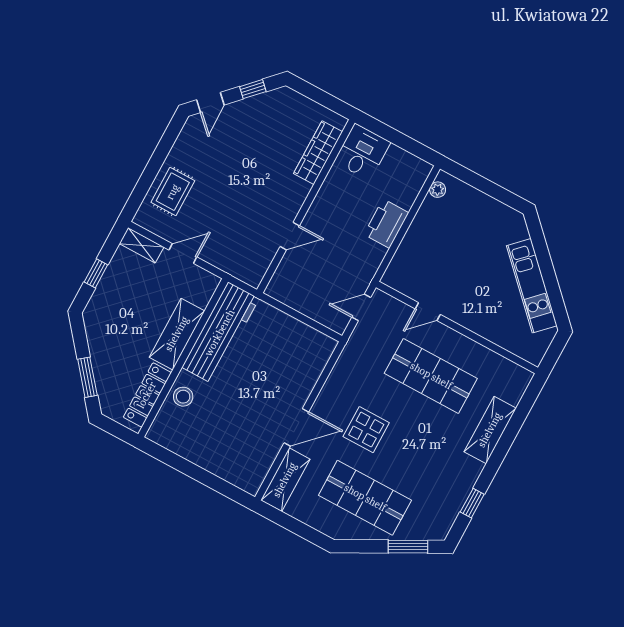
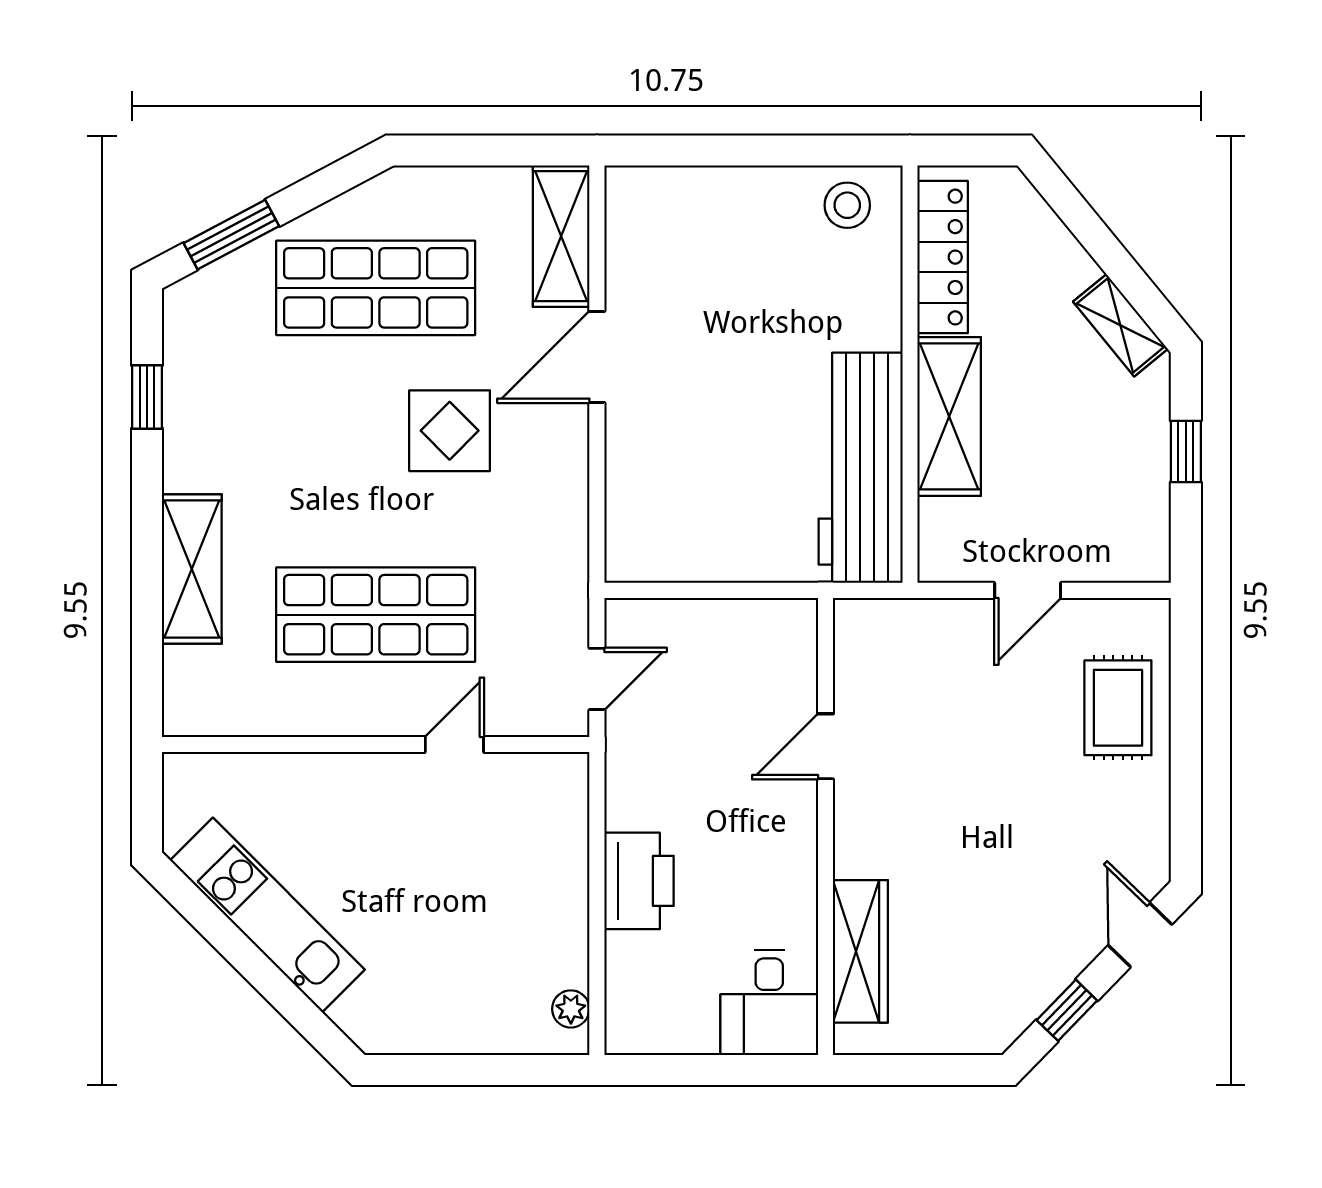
shelving: (142, 245) -> (1120, 325), moved, turned 51
window: (87, 377) -> (1087, 227), removed
stool: (183, 397) -> (847, 205), moved

